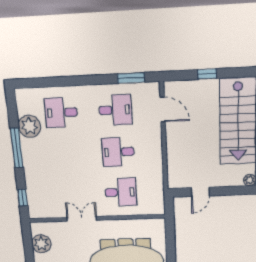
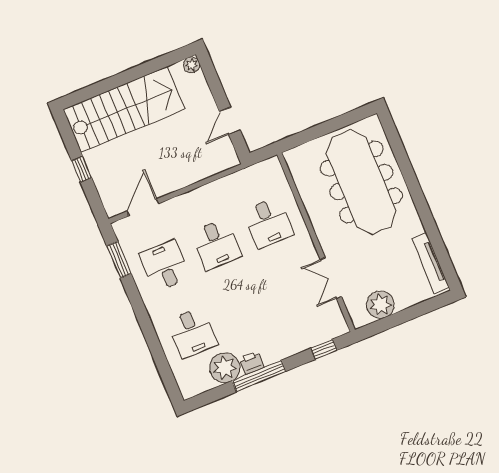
printer: (27, 146) -> (252, 363), added
desk: (121, 192) -> (268, 223), turned 180
door: (200, 192) -> (230, 121), swing flipped
double door: (82, 219) -> (331, 278), moved

